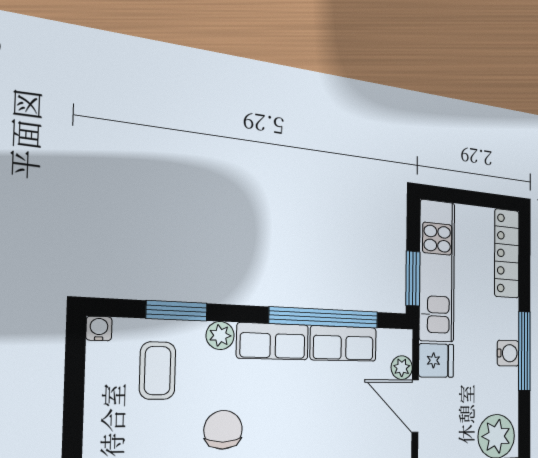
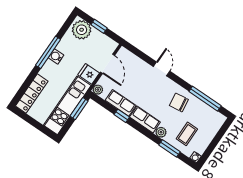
window: (325, 318) -> (122, 116), width x0.32
plant: (402, 368) -> (98, 90), moved
chair: (223, 430) -> (179, 102), turned 82

